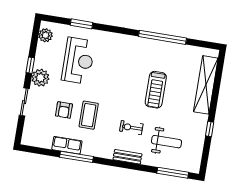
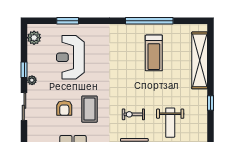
reception desk: (78, 61) -> (70, 57), turned 180
plant: (40, 78) -> (32, 80), width x0.53, depth x0.53
treadmill: (156, 90) -> (154, 53), moved
weight bench: (166, 142) -> (170, 123), turned 90

